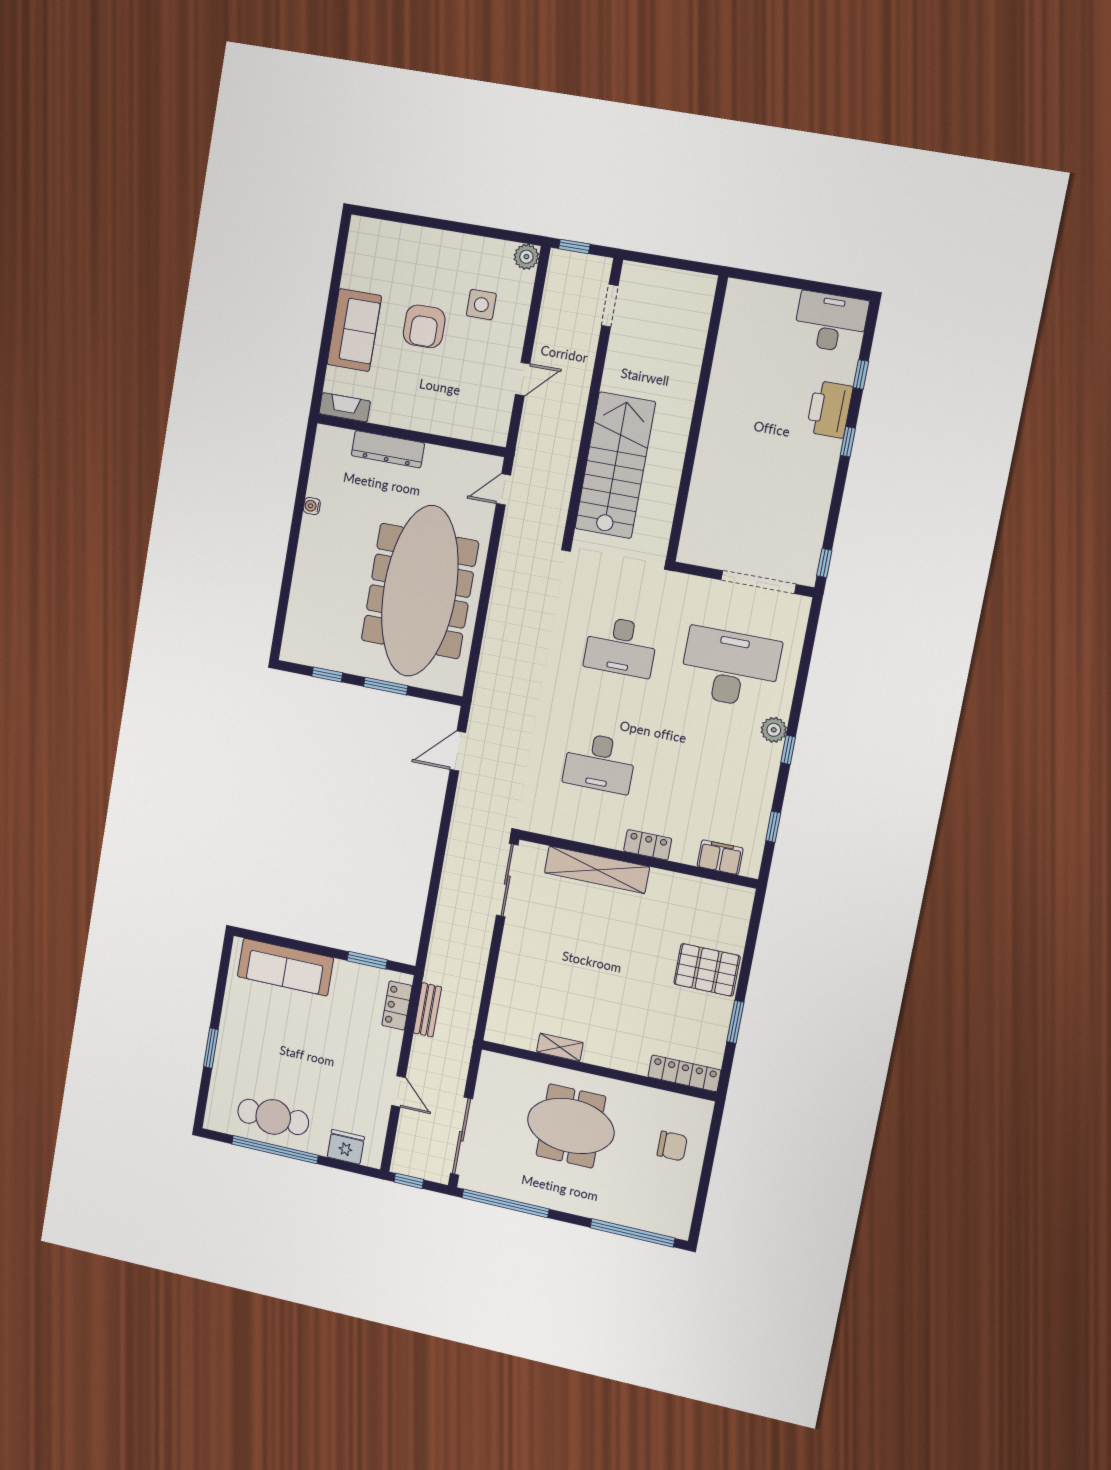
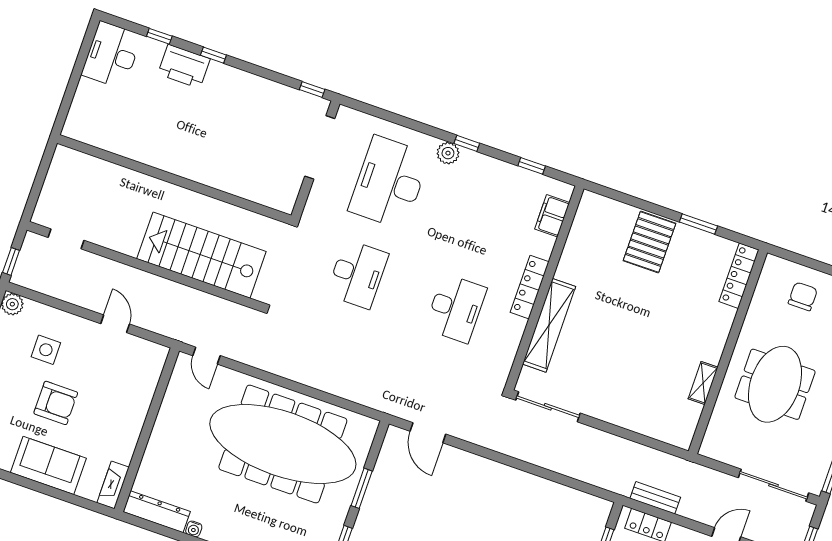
dresser: (388, 449) -> (157, 512), moved, turned -90
locker: (648, 845) -> (530, 287), width x1.53

